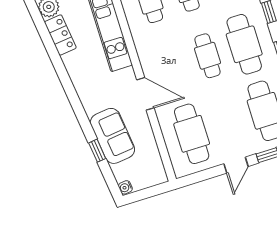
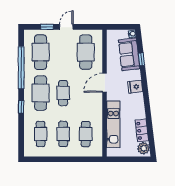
door: (145, 94) -> (105, 83), hinge flipped
fridge: (94, 103) -> (135, 87), added
sofa: (112, 136) -> (129, 54), moved

